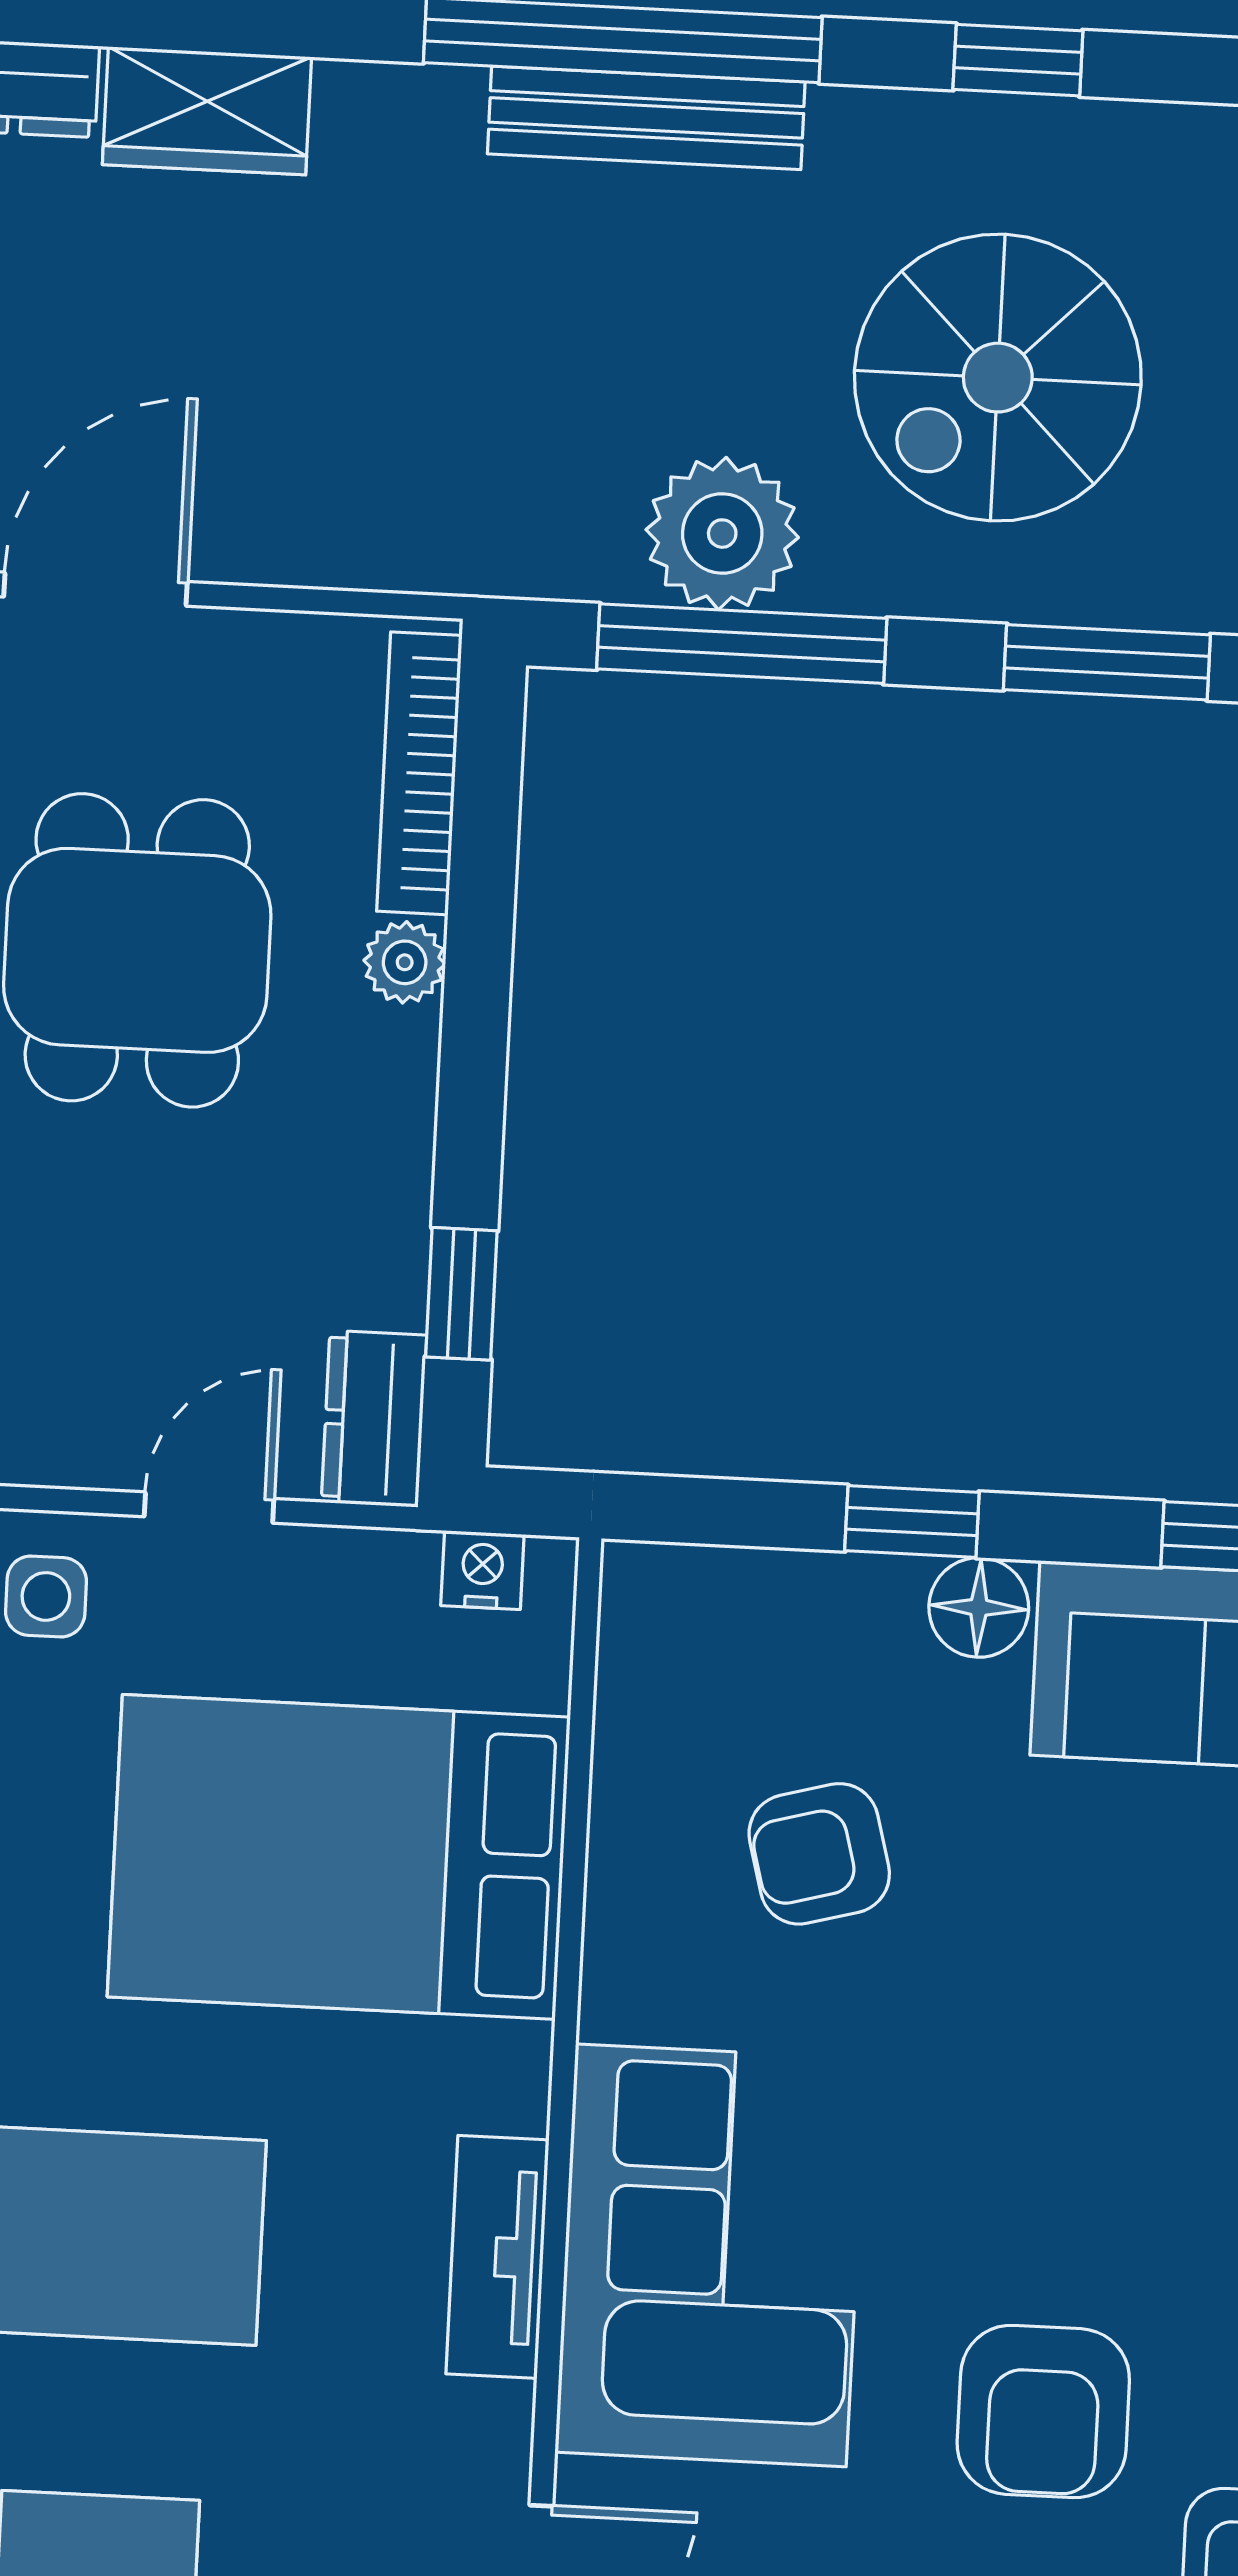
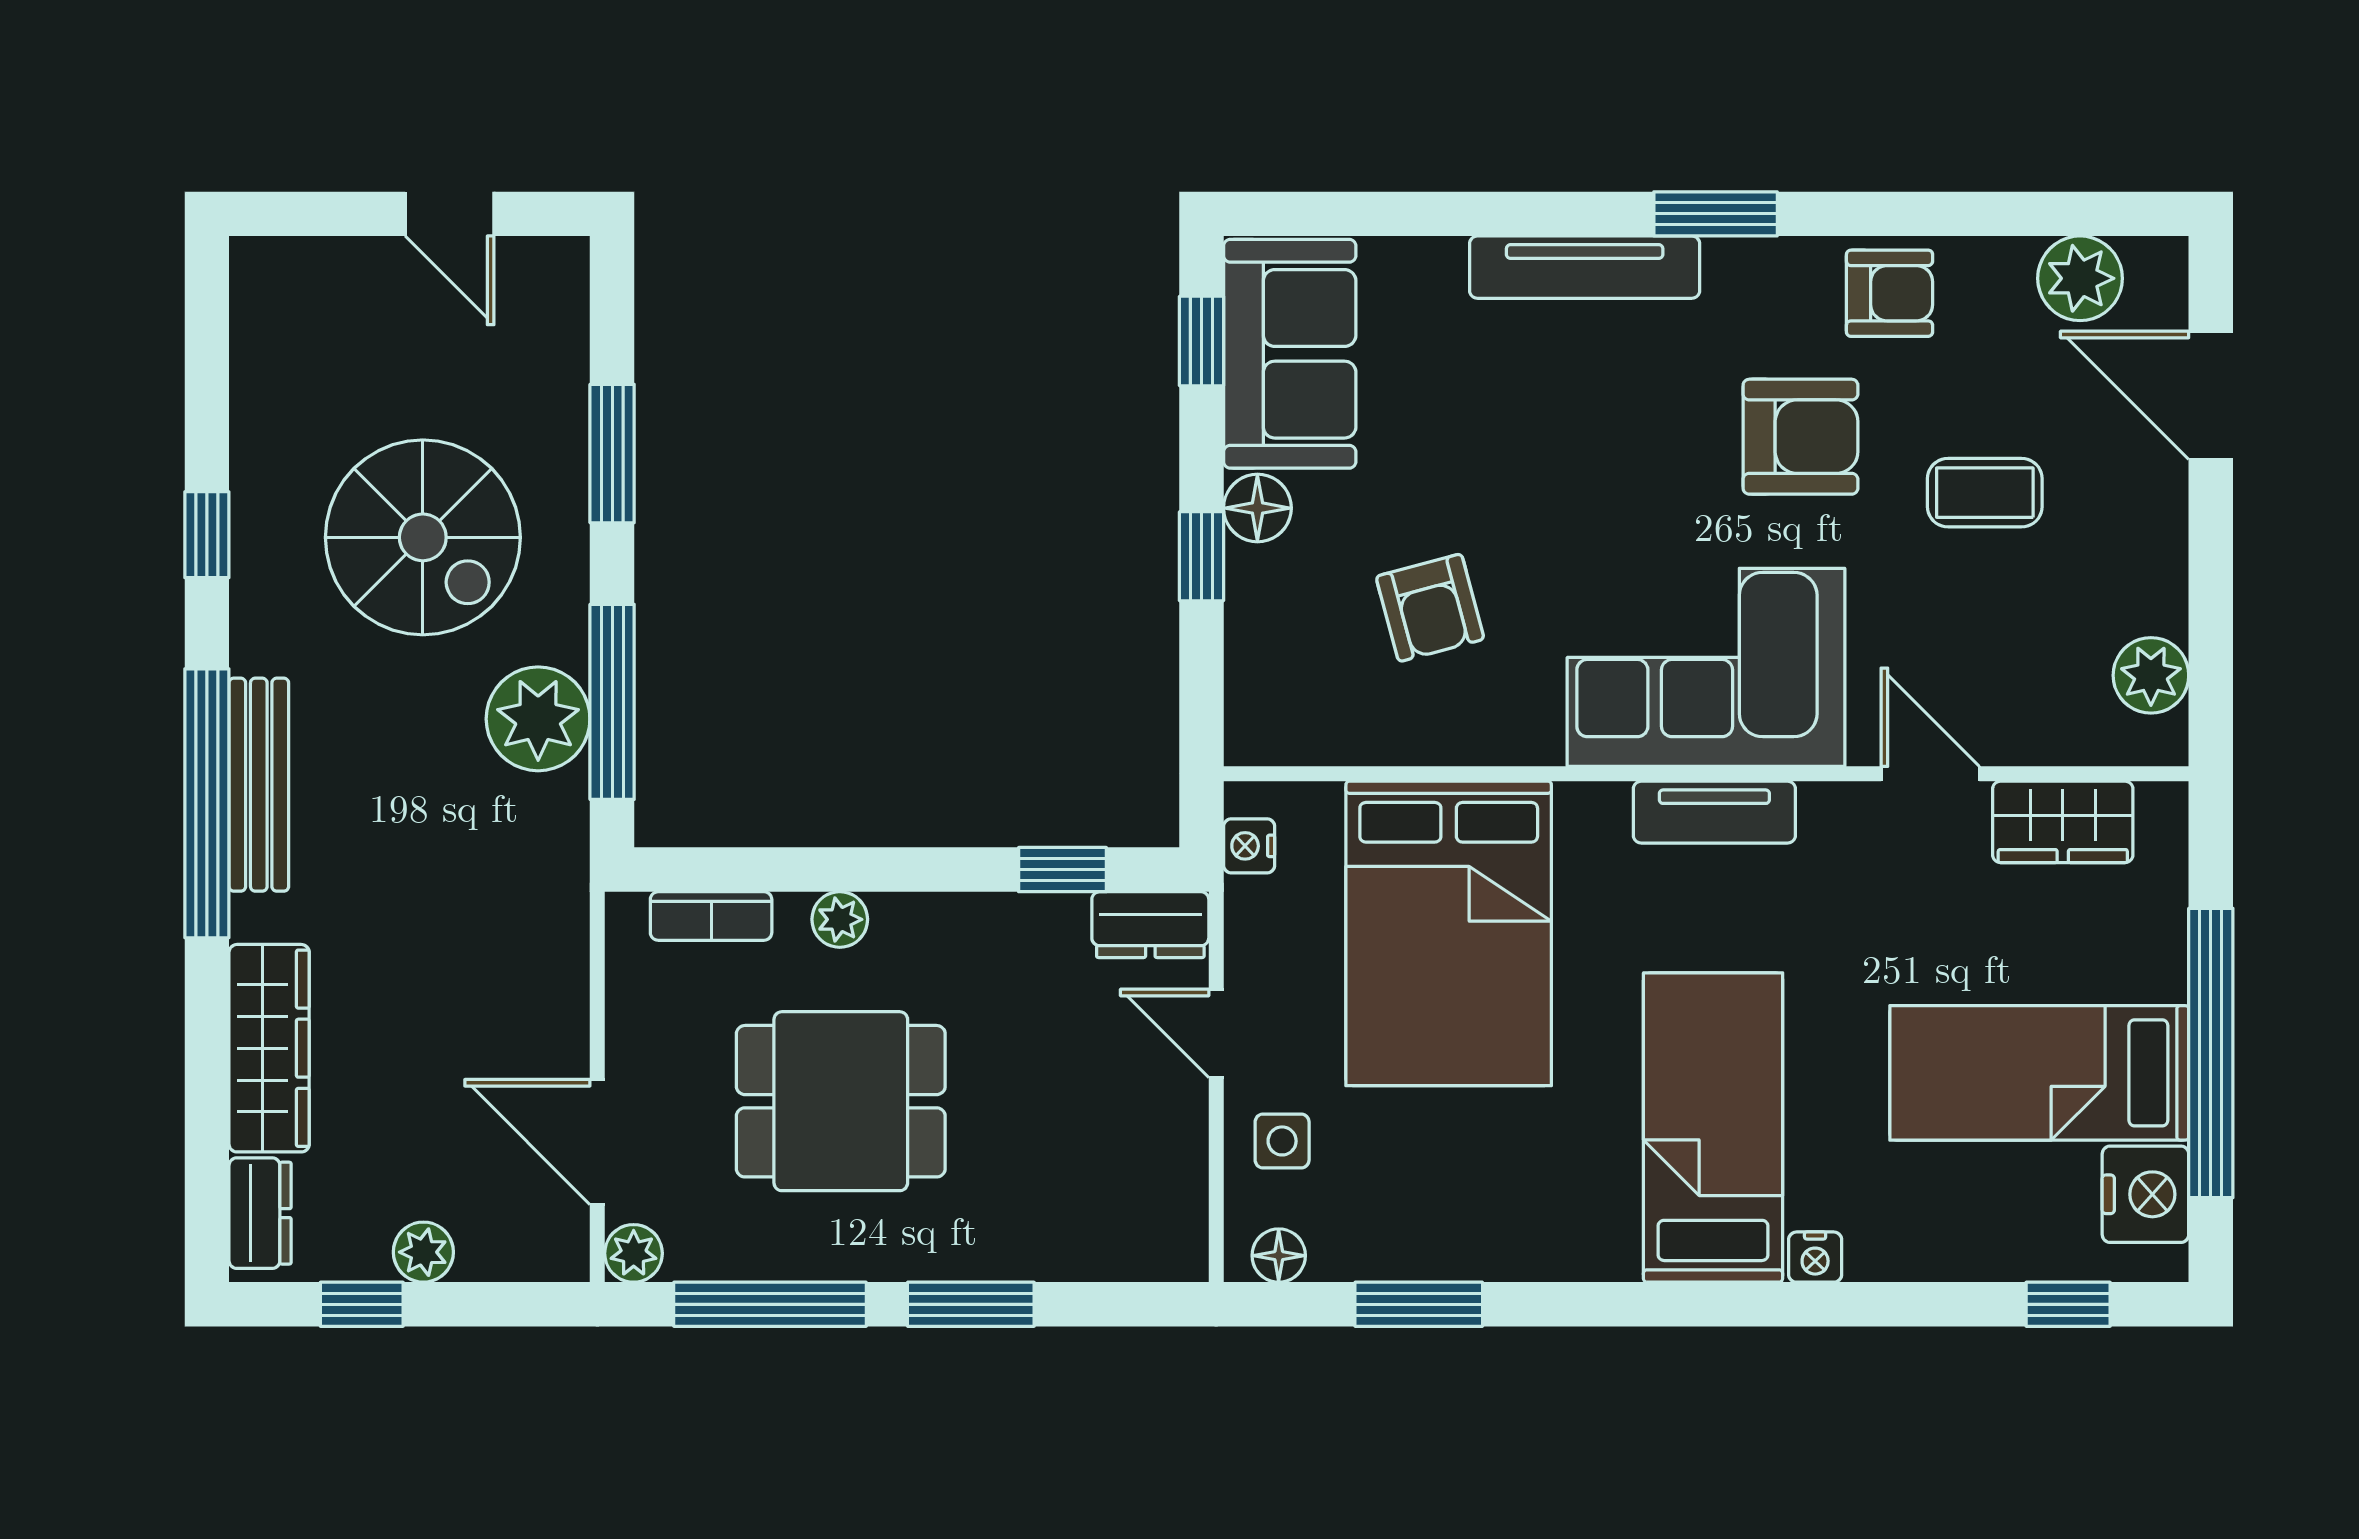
wardrobe: (207, 111) -> (269, 1048), width x1.50
bookcase: (419, 773) -> (711, 916), width x0.64

